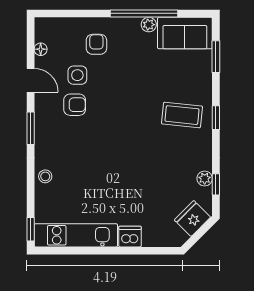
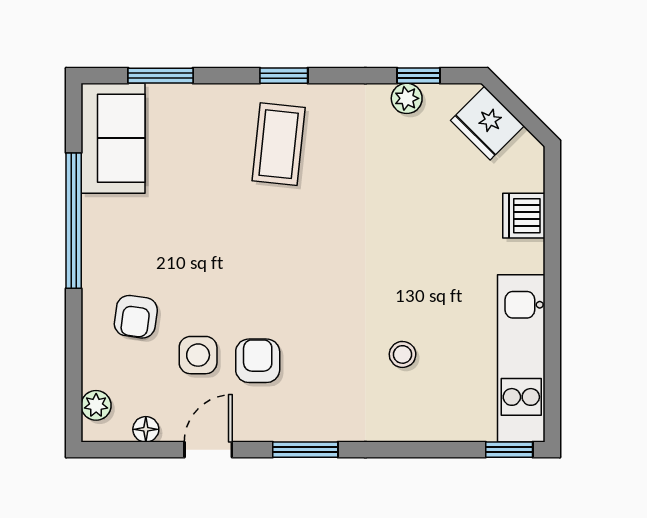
plant: (149, 25) -> (96, 405), moved
armchair: (96, 44) -> (136, 317), turned -82
stool: (45, 176) -> (403, 354), moved
dishwasher: (130, 237) -> (524, 216), moved

